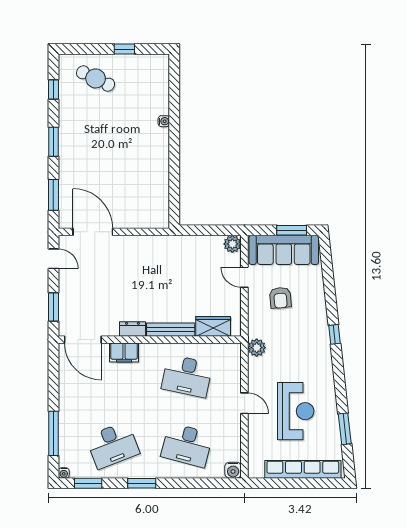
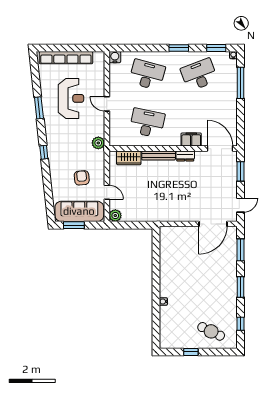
door: (93, 232) -> (213, 224), hinge flipped
door: (53, 259) -> (241, 205), swing flipped
reception desk: (296, 411) -> (71, 98), turned 180
window: (345, 429) -> (39, 108), moved

